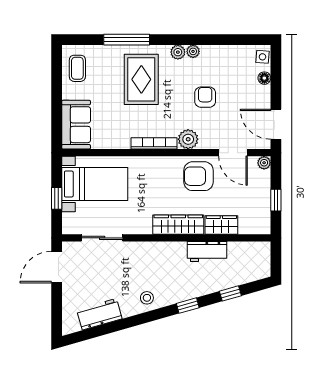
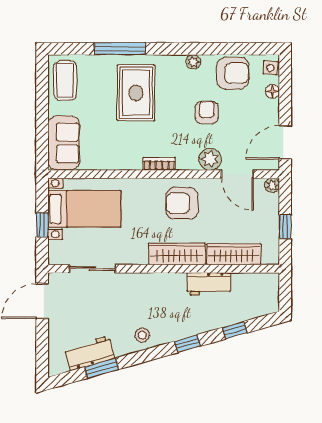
plant: (178, 52) -> (176, 63), removed
armchair: (229, 62) -> (233, 73), added
coffee table: (77, 68) -> (65, 81), width x1.36, depth x1.30
door: (276, 124) -> (285, 142), hinge flipped
plant: (188, 139) -> (210, 159), moved
bookcase: (154, 143) -> (159, 164), width x0.64
armchair: (199, 176) -> (182, 203), moved
wardrobe: (221, 225) -> (234, 254), width x1.50
window: (110, 328) -> (102, 368), added

